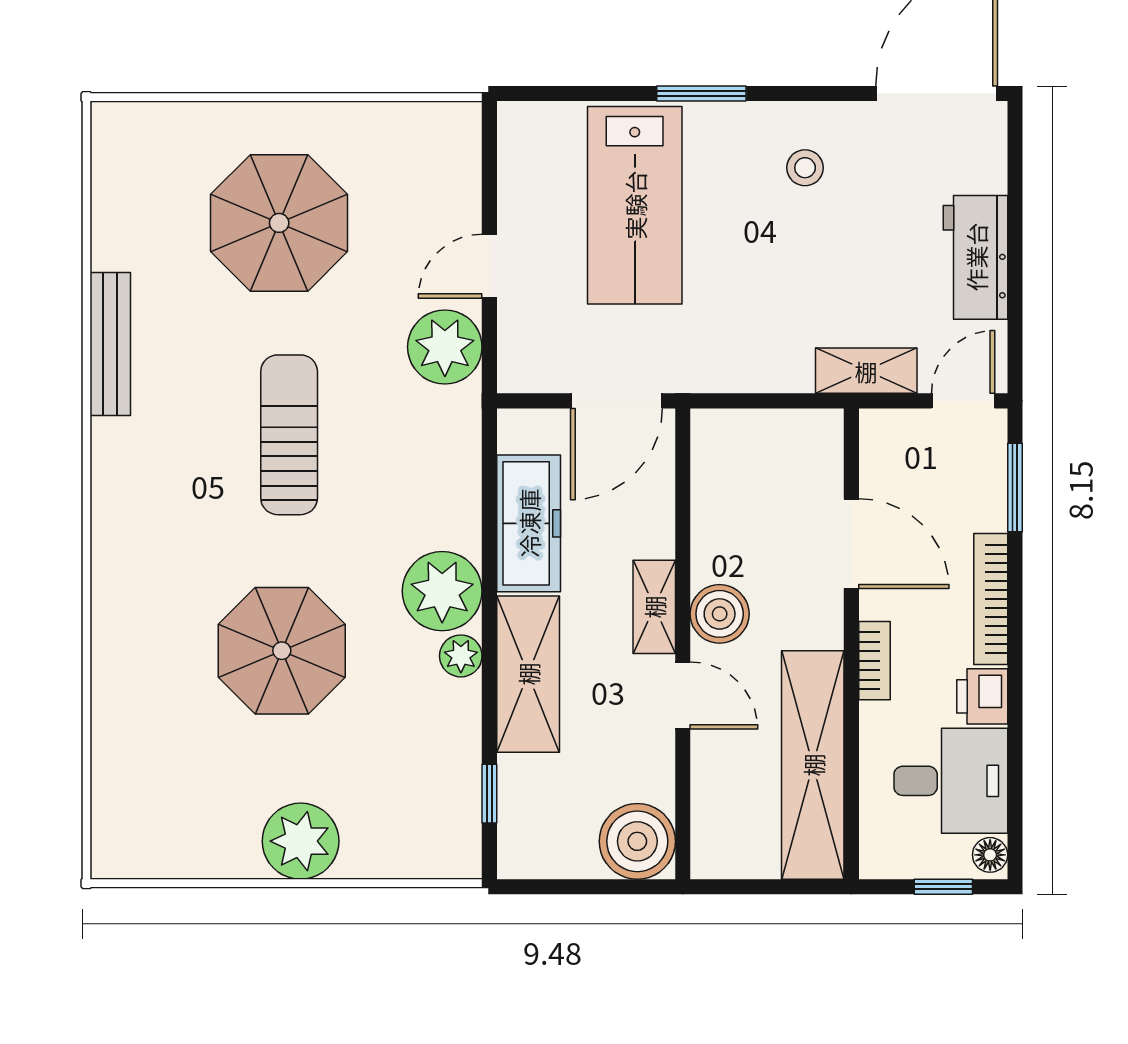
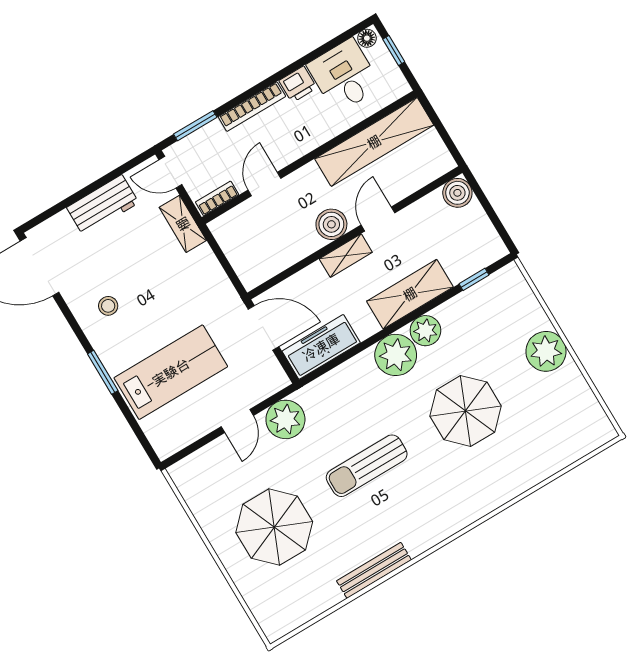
door: (489, 266) -> (237, 421), hinge flipped
freezer: (529, 523) -> (321, 347), moved
door: (851, 544) -> (264, 184), width x0.73
plant: (461, 656) -> (425, 331), width x1.38, depth x1.38
bookcase: (874, 661) -> (217, 198), moved
boiler: (637, 841) -> (457, 193), width x0.73, depth x0.73

